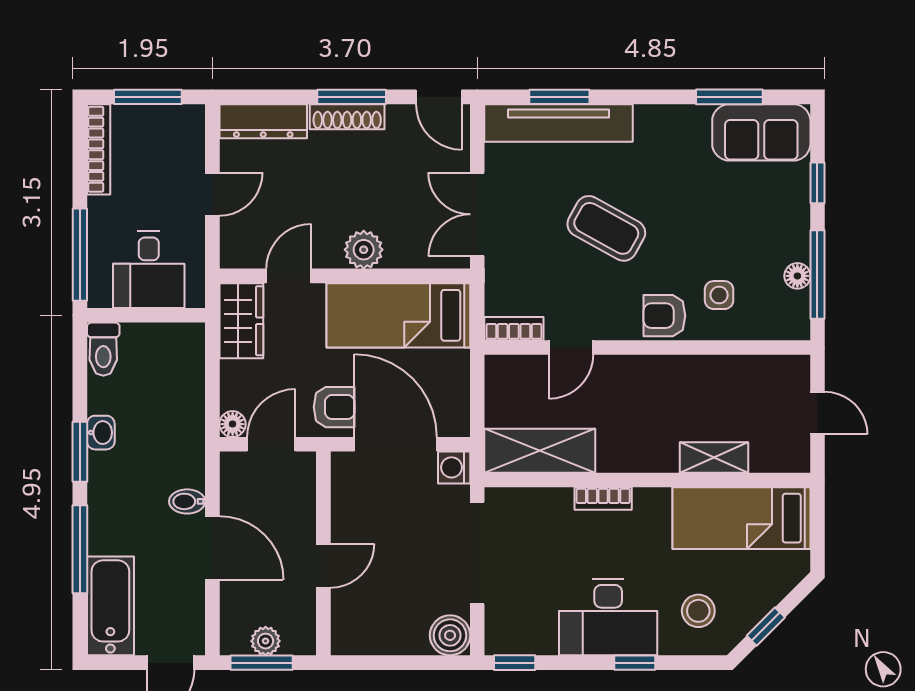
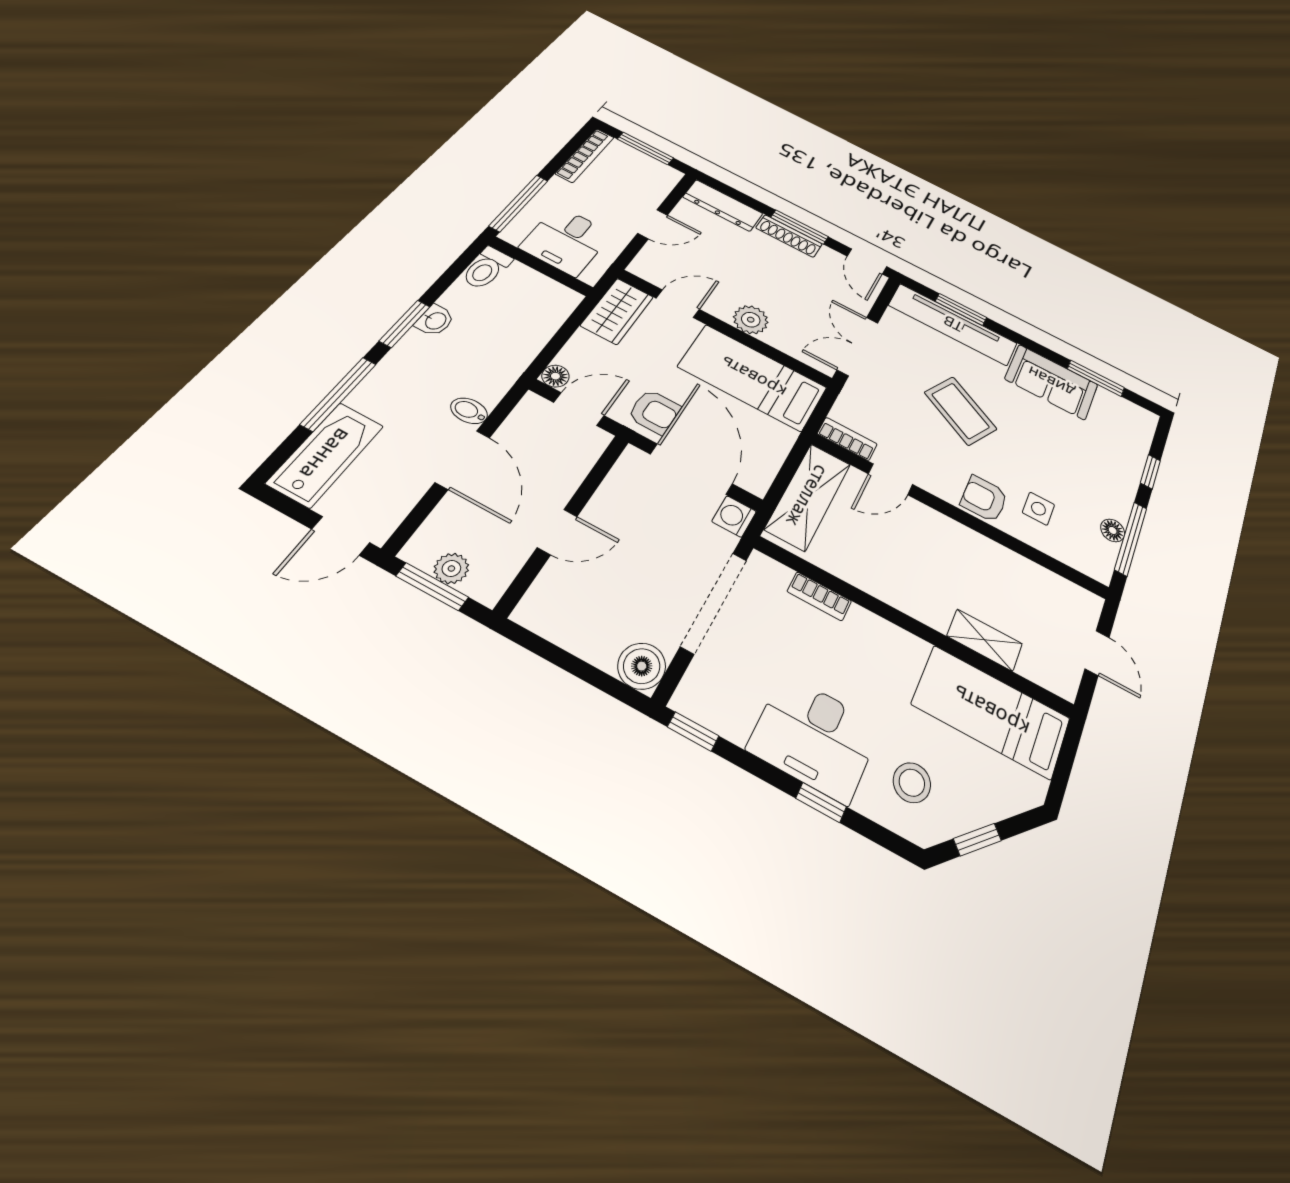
sofa: (761, 132) -> (1051, 382), moved
shelving: (540, 451) -> (808, 496), moved, turned 90
bookcase: (603, 499) -> (819, 596), moved

